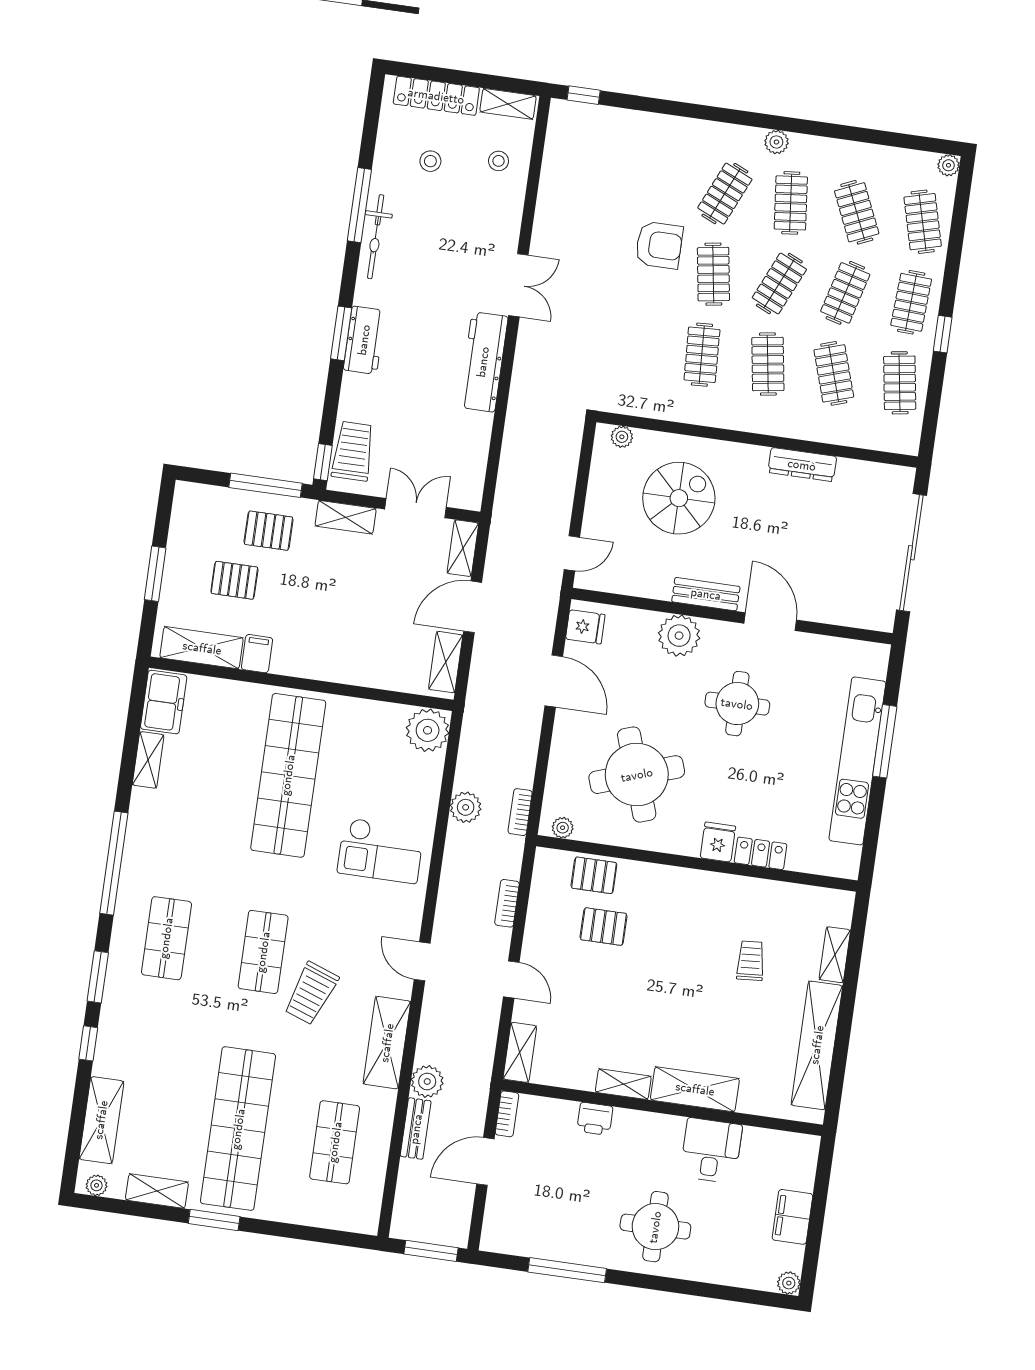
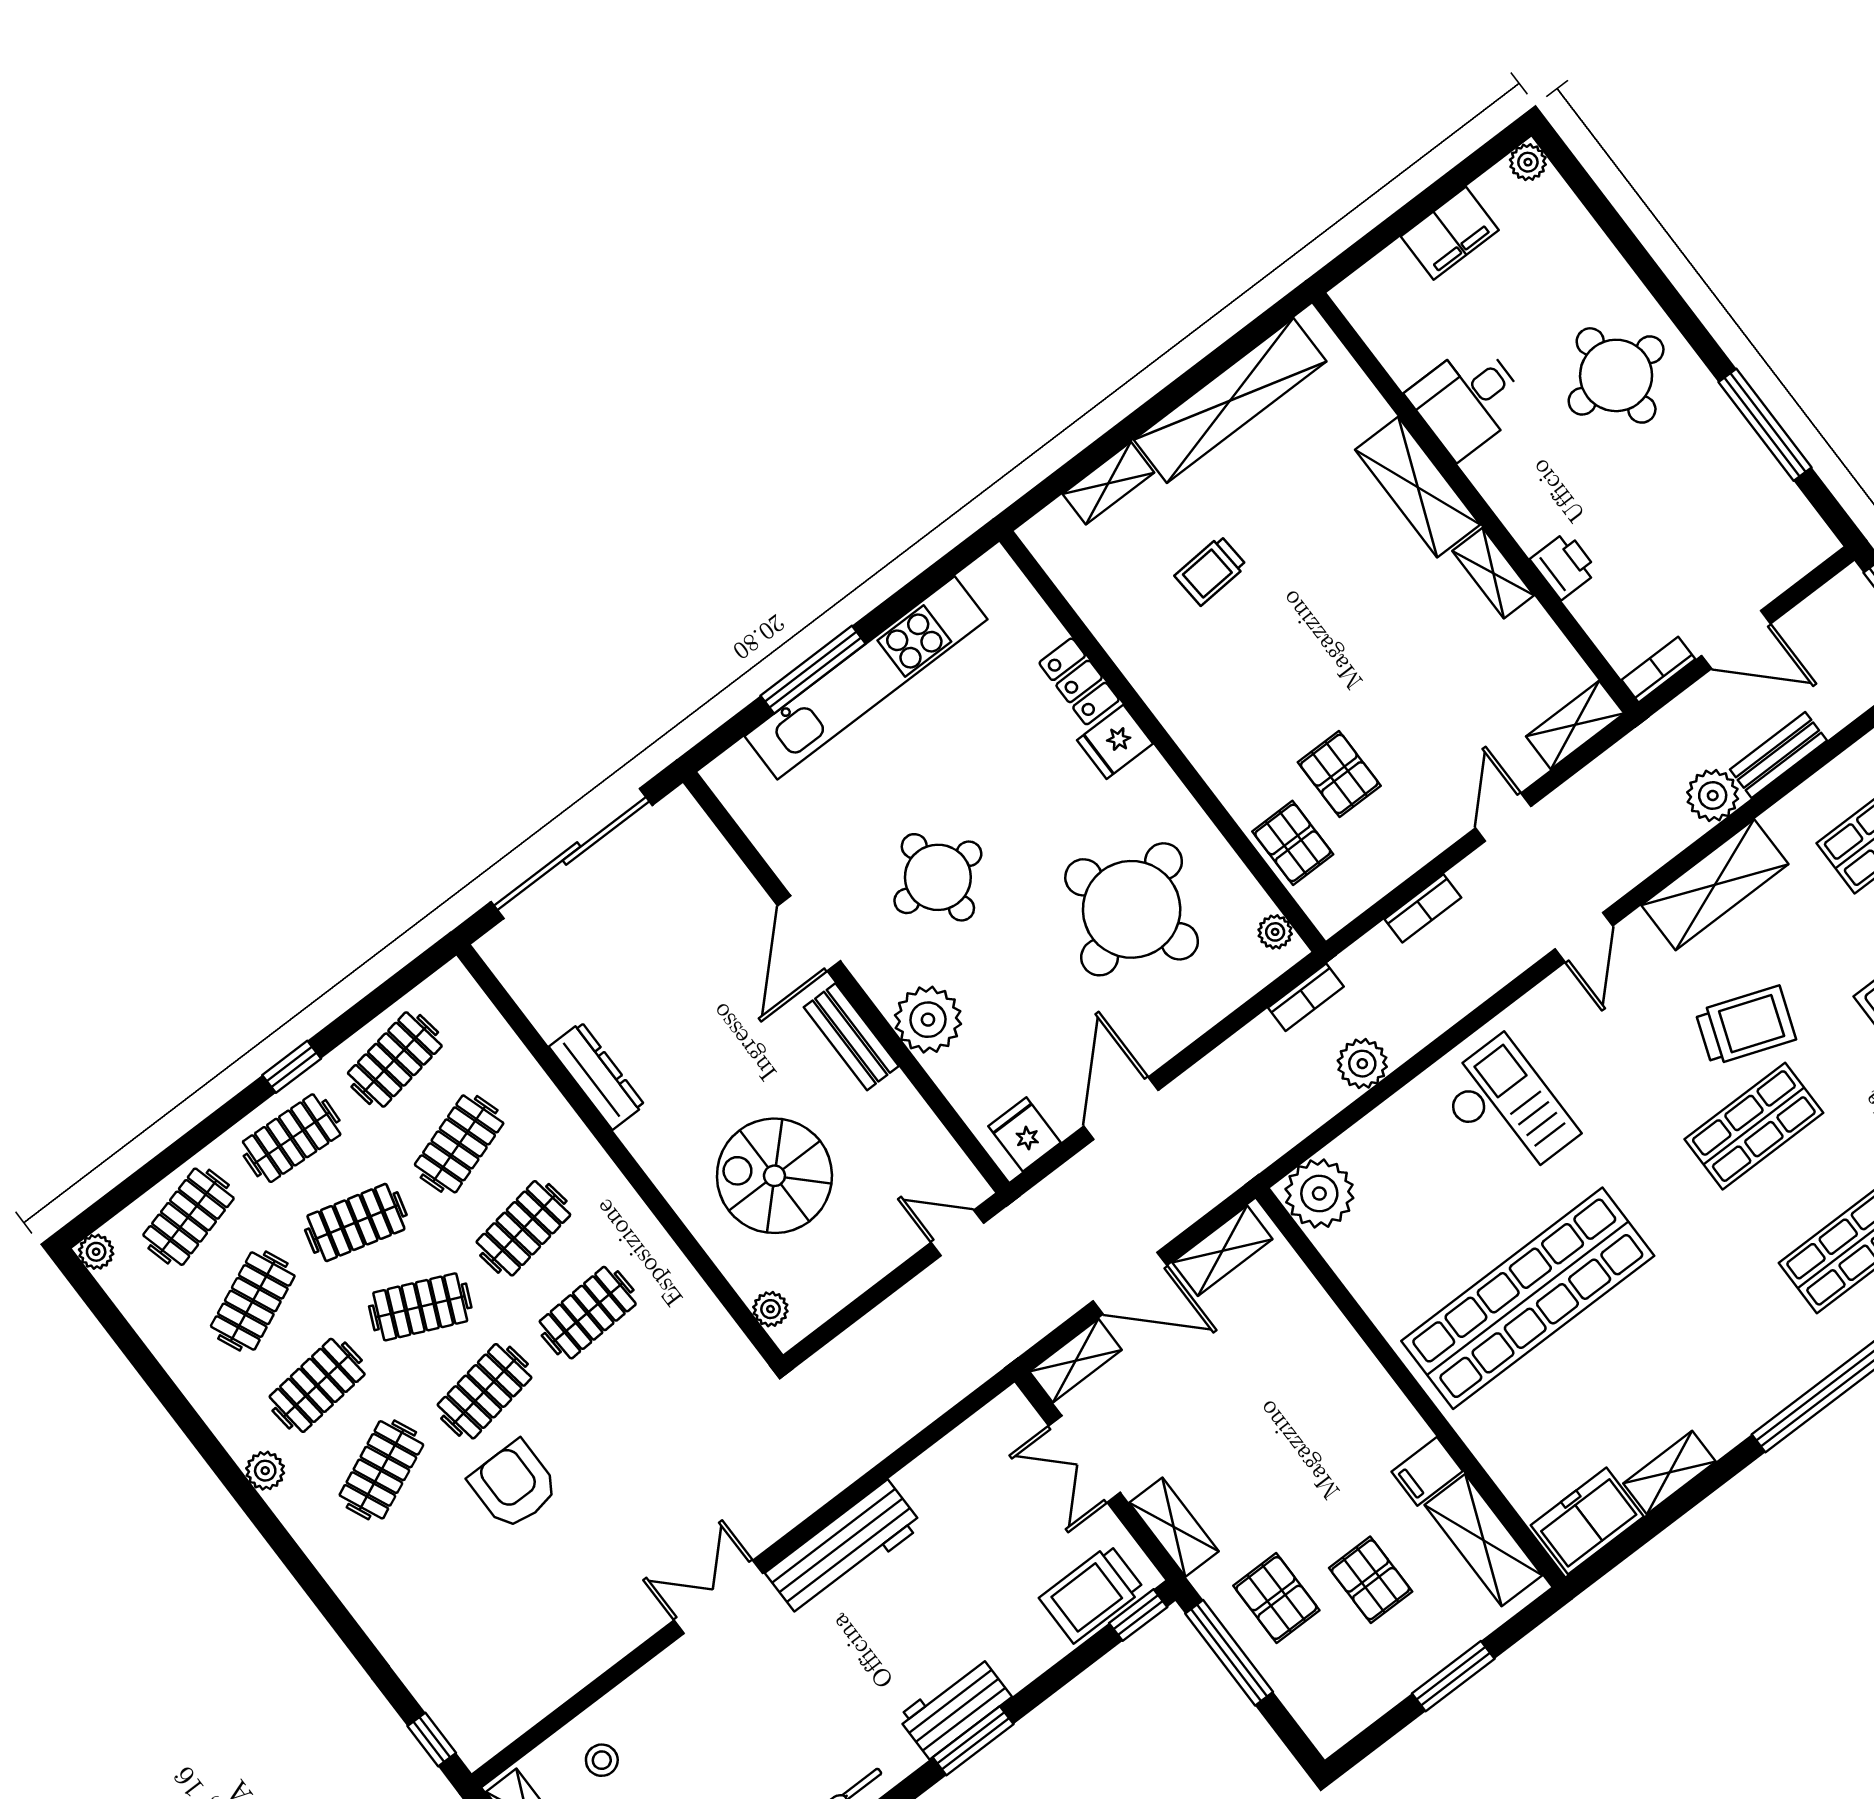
clothes rail: (725, 194) -> (381, 1470), turned -48

